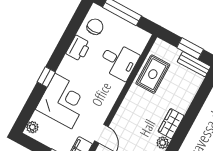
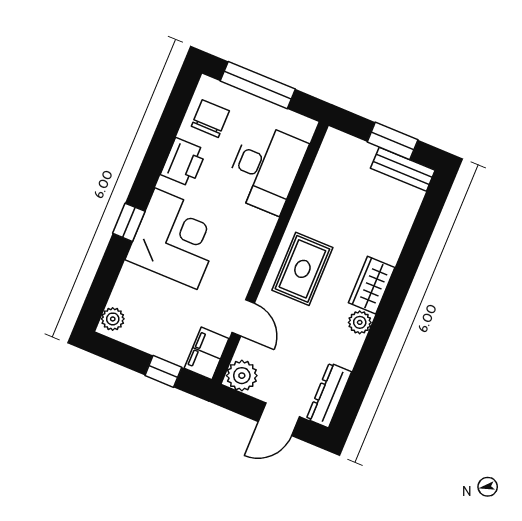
desk: (119, 61) -> (266, 168), width x1.37
rug: (153, 74) -> (302, 269), moved
corner desk: (63, 101) -> (176, 239), moved

